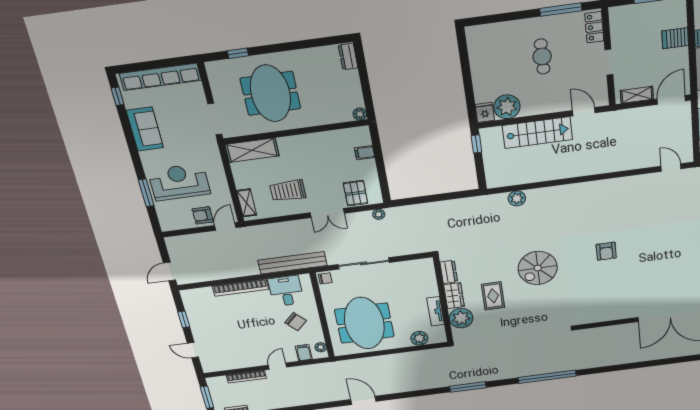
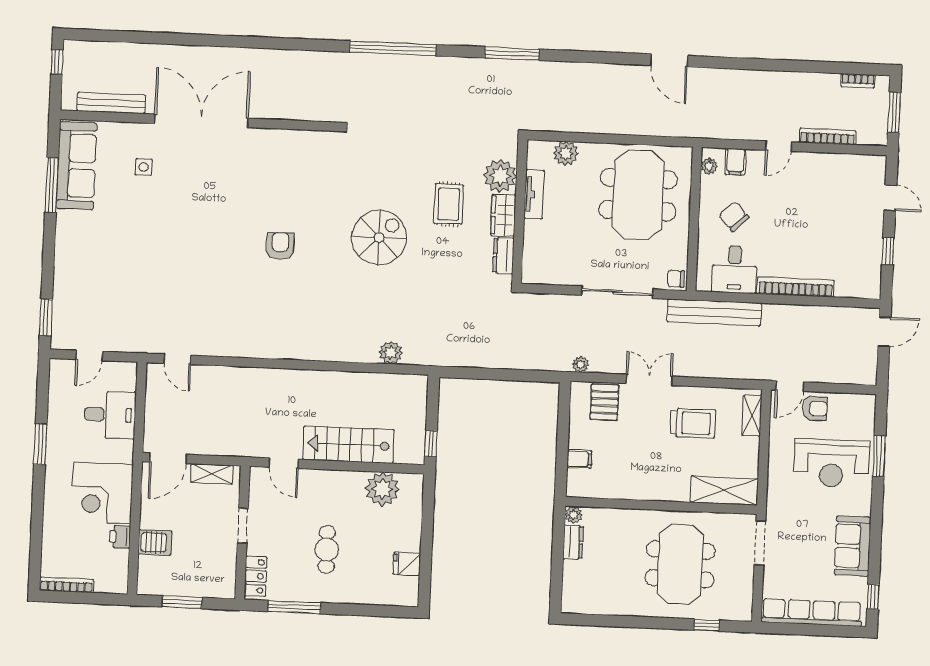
dresser: (348, 56) -> (573, 542), moved
fridge: (485, 112) -> (407, 564), moved, turned 90

